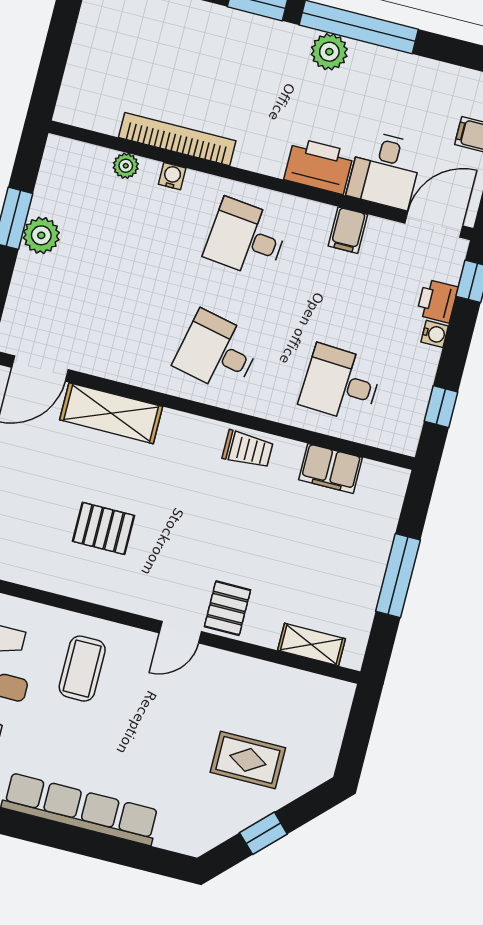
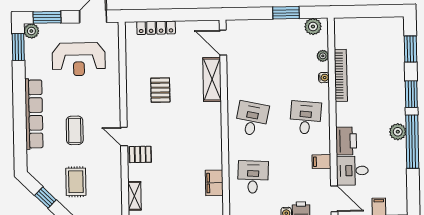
plant: (41, 235) -> (313, 27), moved
trolley: (248, 449) -> (213, 144), removed
coffee table: (82, 669) -> (75, 130), moved, turned 90

